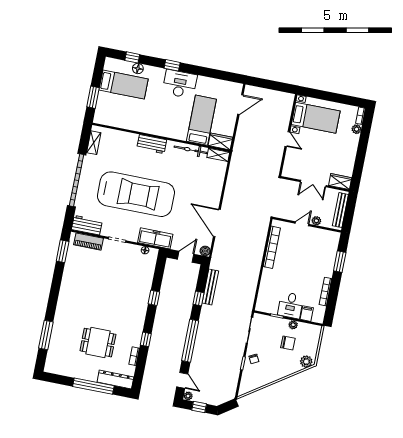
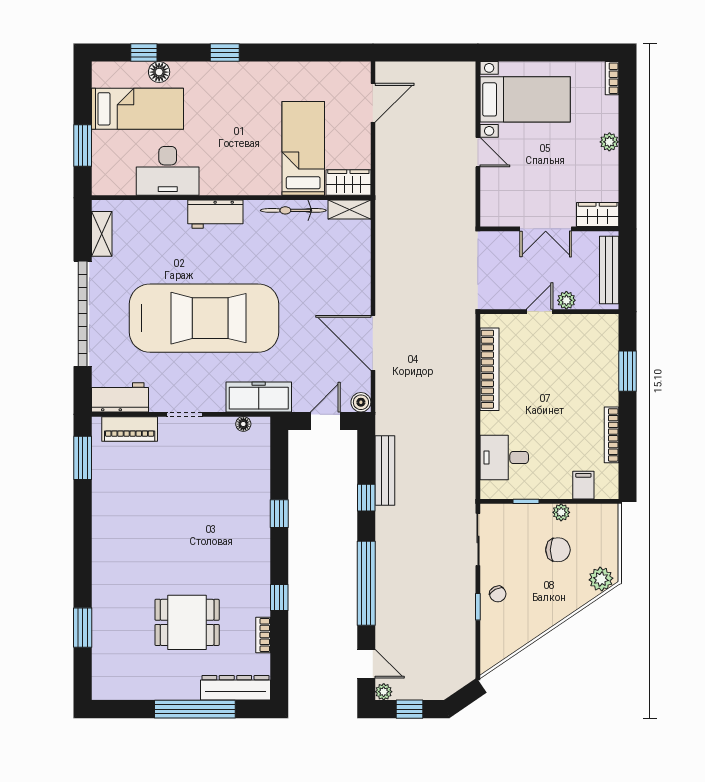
desk: (180, 84) -> (168, 171), moved, turned 180
plant: (357, 129) -> (609, 142), moved
desk: (291, 305) -> (504, 458), moved, turned 90
window: (46, 335) -> (83, 628), width x0.69

